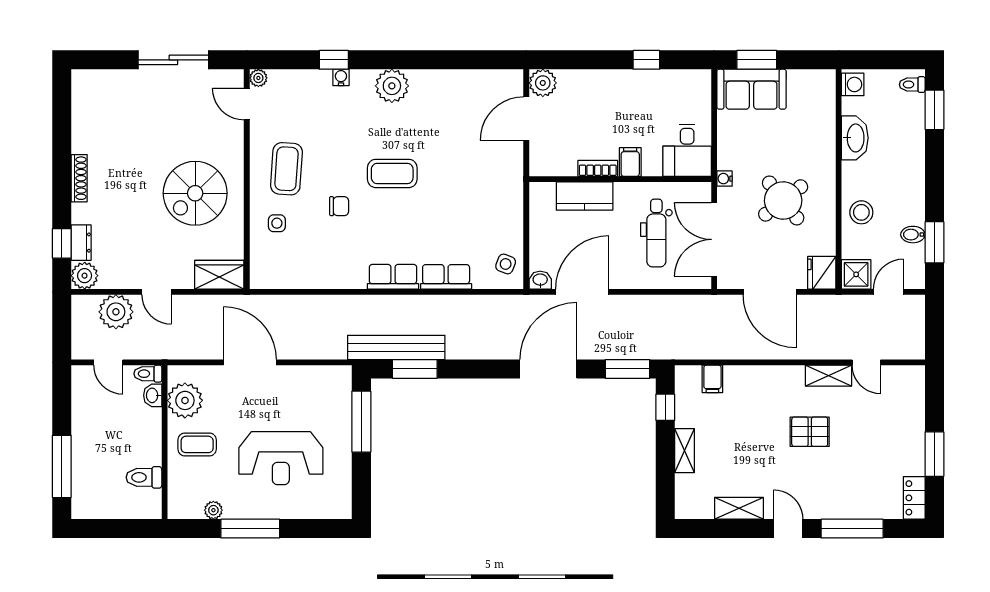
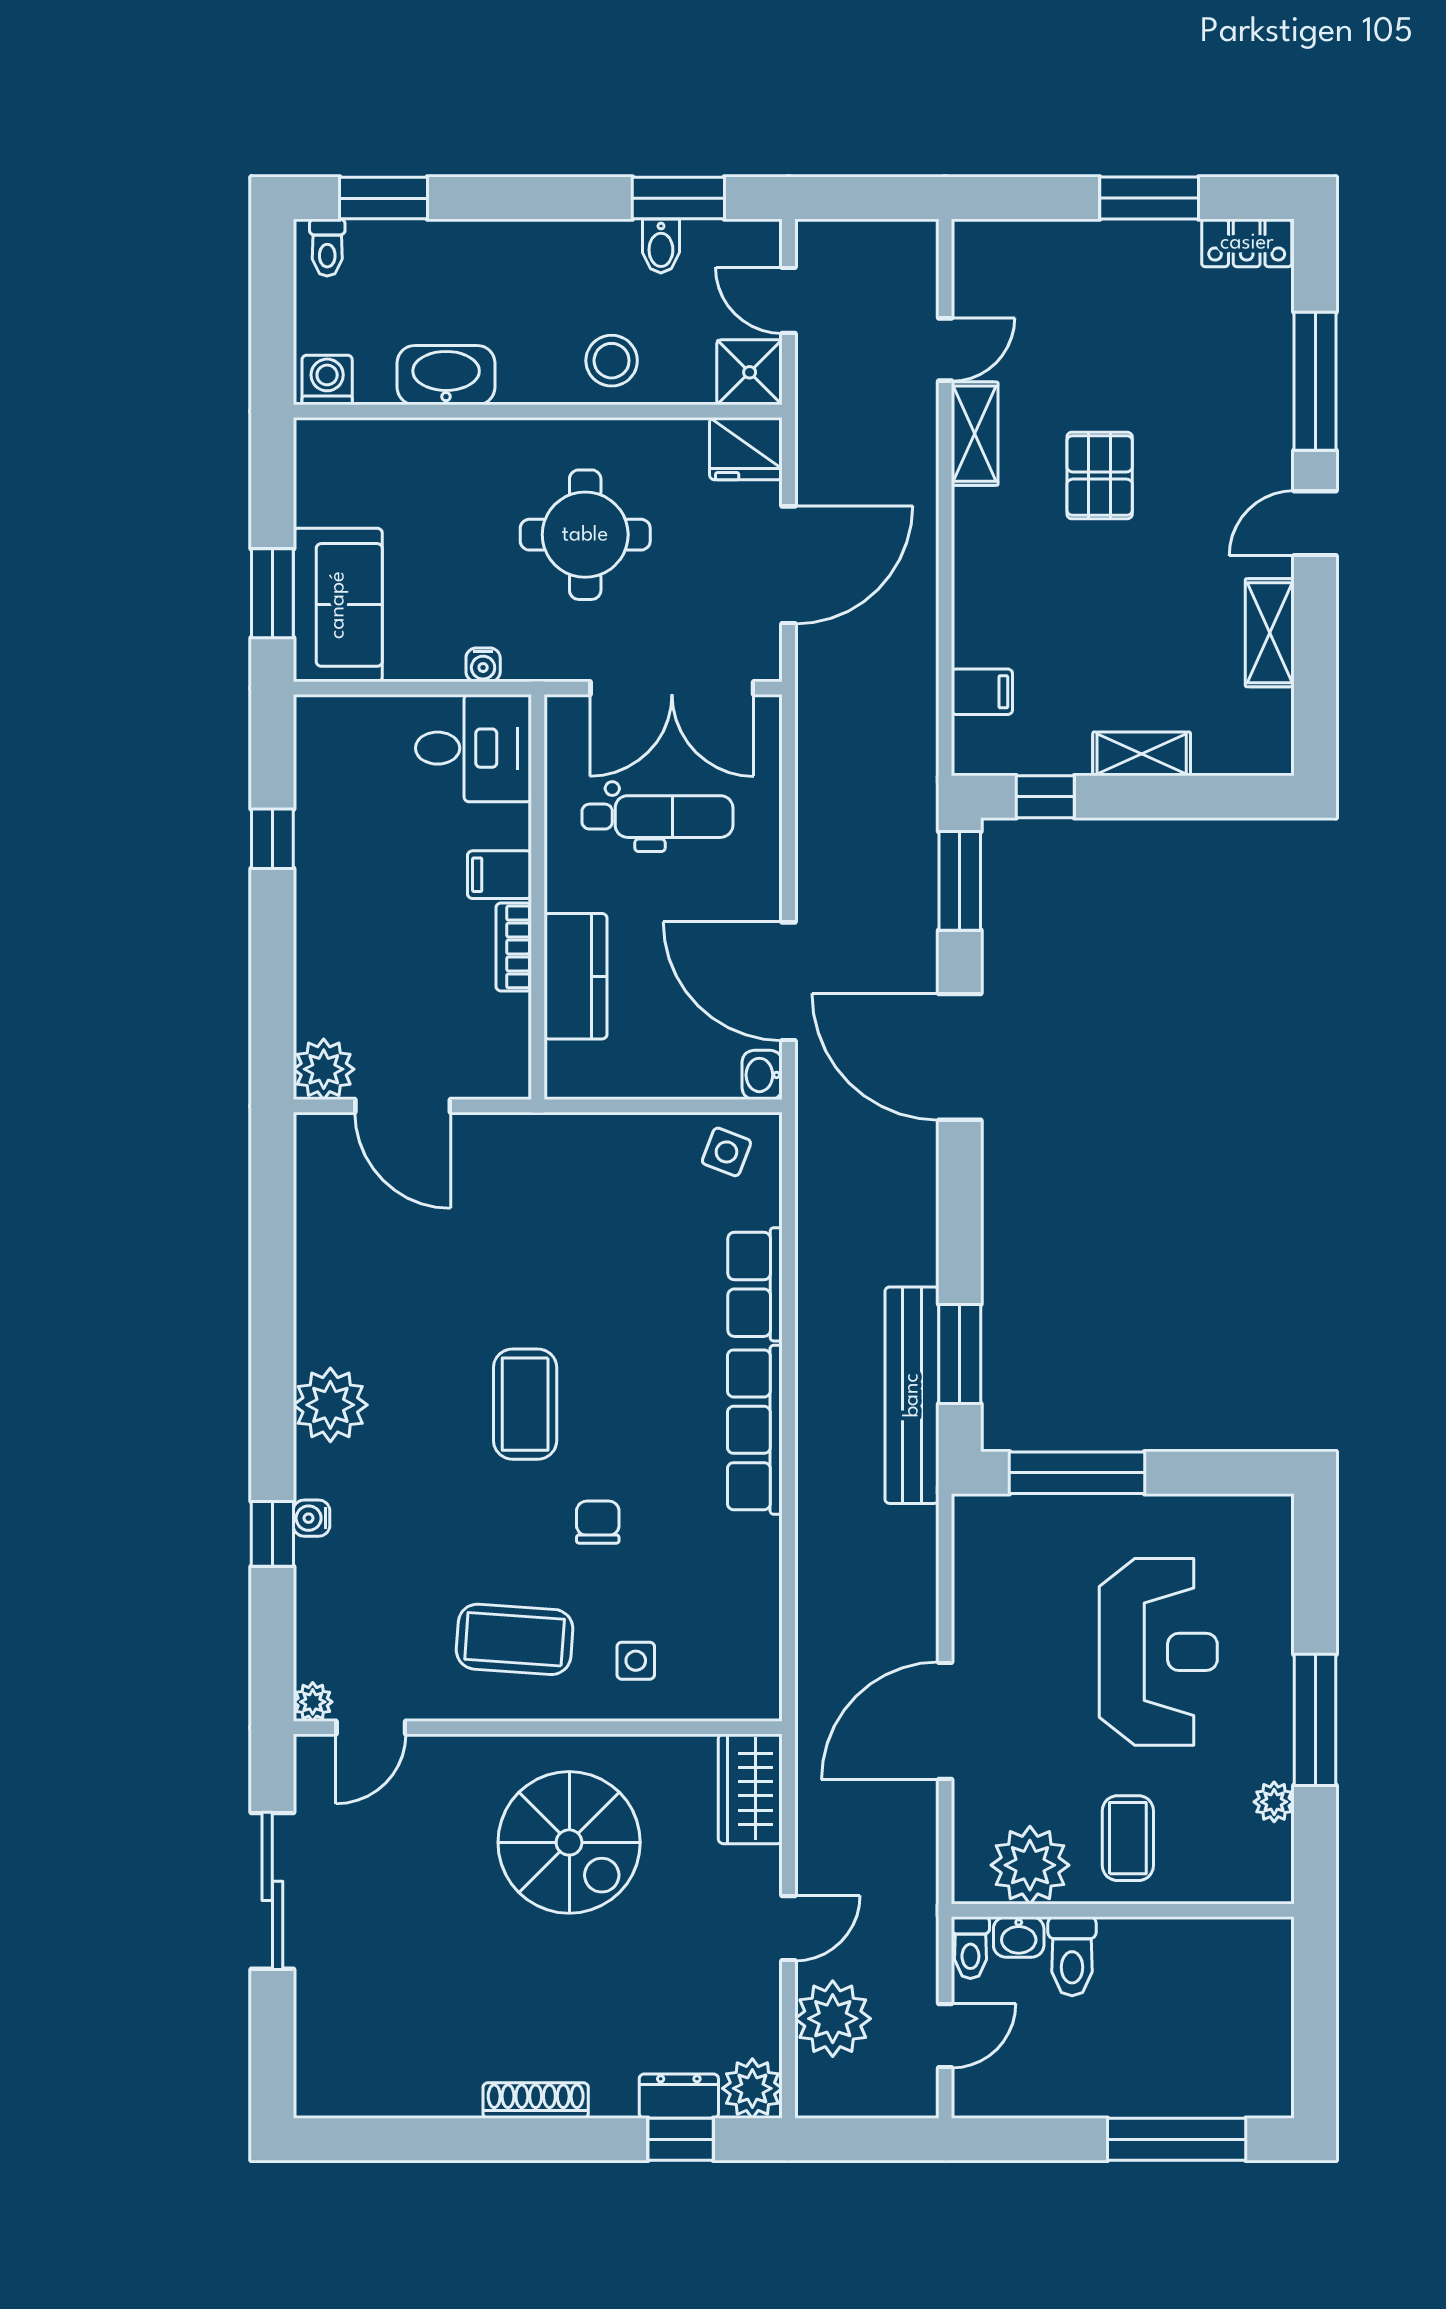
water cooler: (725, 179) -> (483, 665), moved
round table: (783, 200) -> (585, 535), turned 38
row of seats: (393, 277) -> (755, 1430), width x1.48
toilet: (144, 477) -> (1072, 1956), moved

